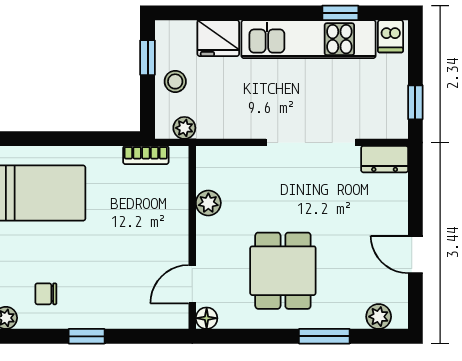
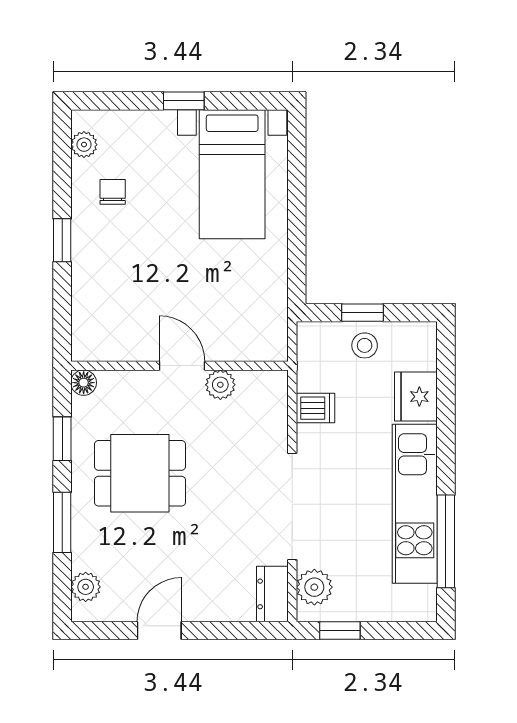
window: (340, 13) -> (446, 541), width x2.17
dishwasher: (390, 36) -> (316, 408), moved, turned 180
window: (148, 58) -> (362, 313), moved
plant: (184, 128) -> (314, 587), moved, width x1.38, depth x1.38
bookcase: (146, 155) -> (277, 311), removed
door: (192, 284) -> (182, 366), moved
window: (254, 336) -> (62, 439), added

